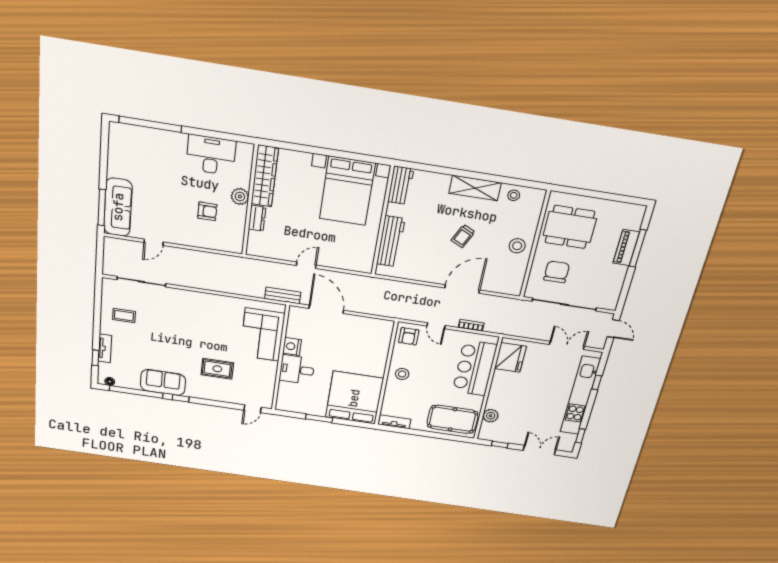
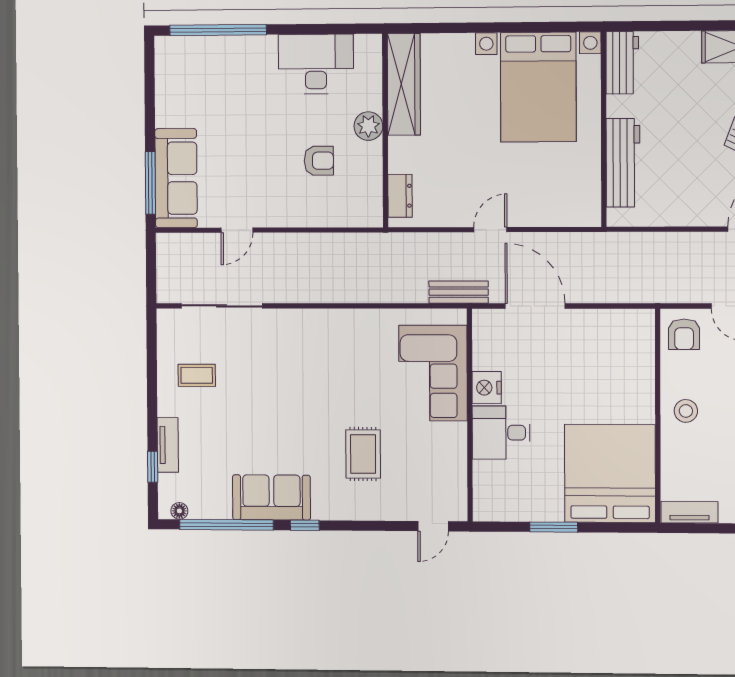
dresser: (257, 218) -> (400, 196), moved
rug: (217, 369) -> (363, 454), turned 90

